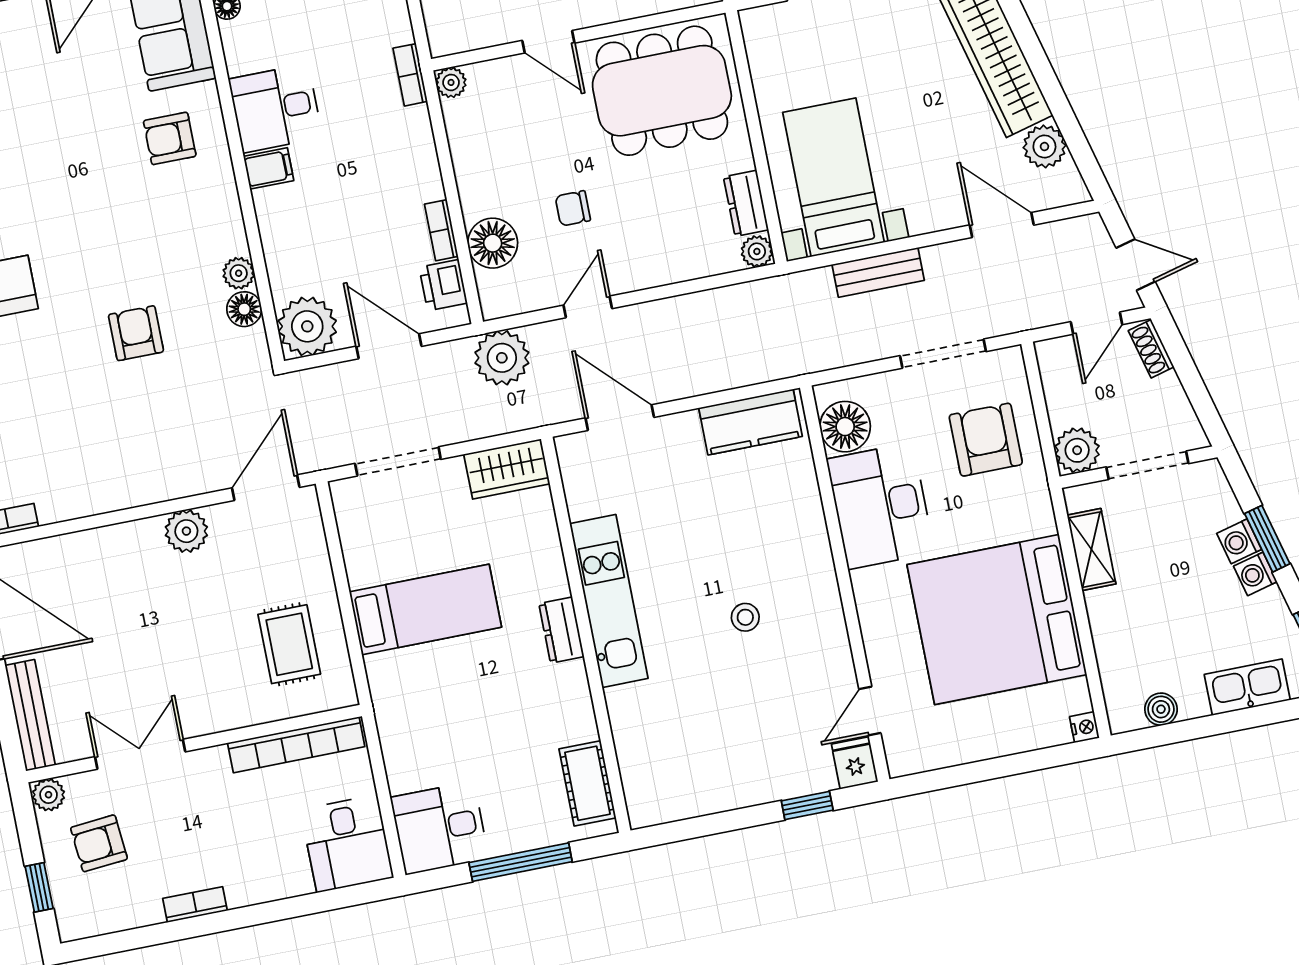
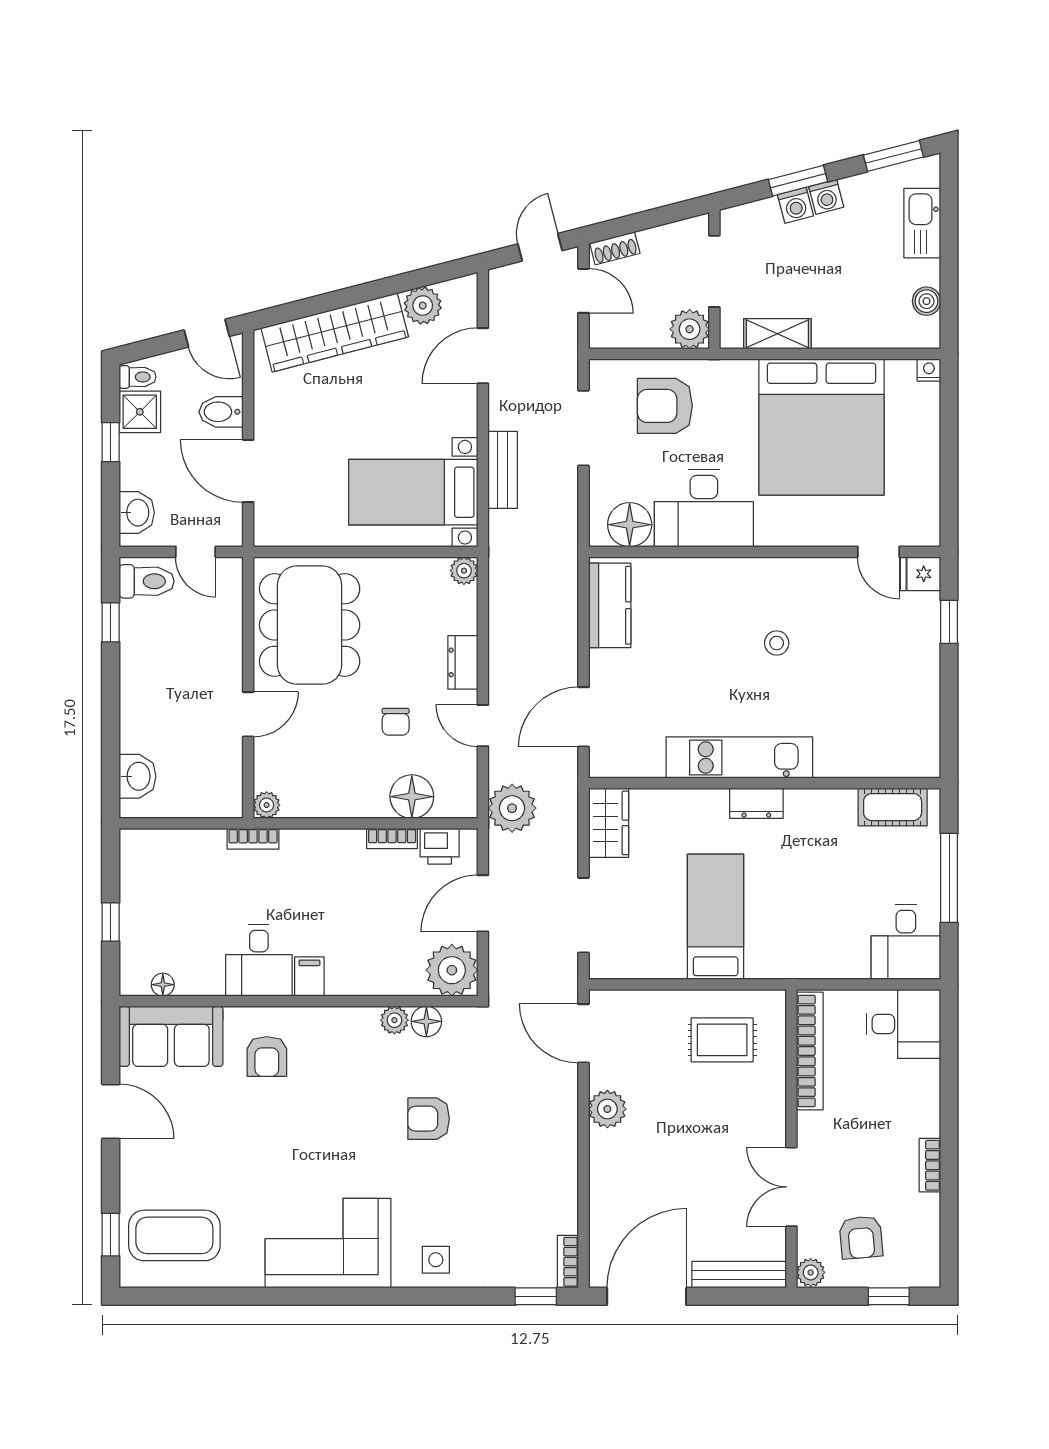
dresser: (746, 203) -> (463, 662), moved, turned 90

